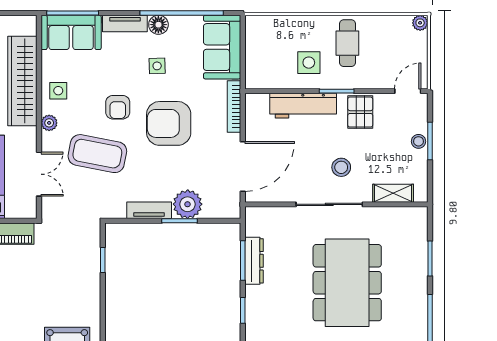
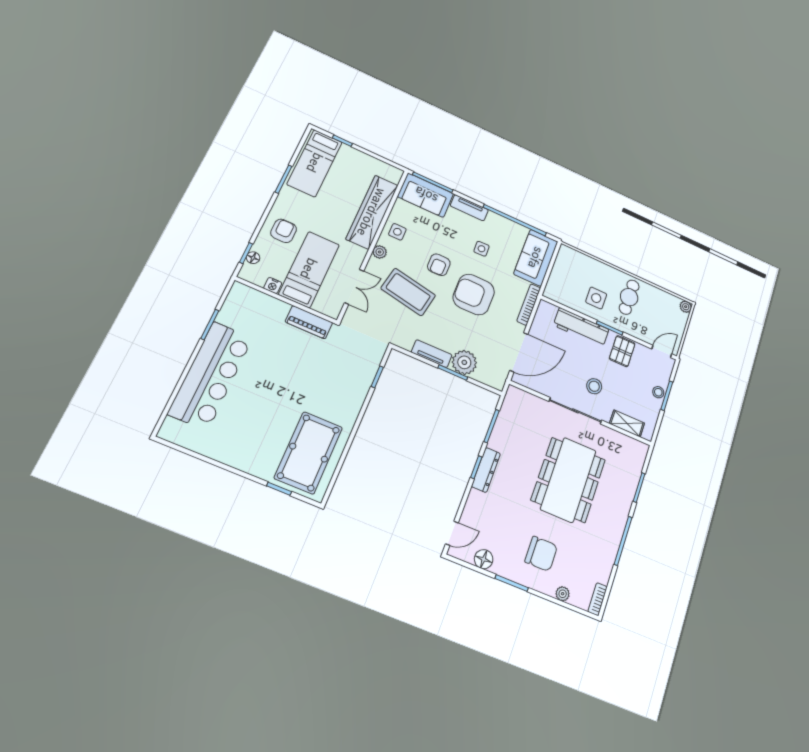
floor lamp: (158, 25) -> (494, 220), removed
dresser: (254, 261) -> (486, 470), moved

